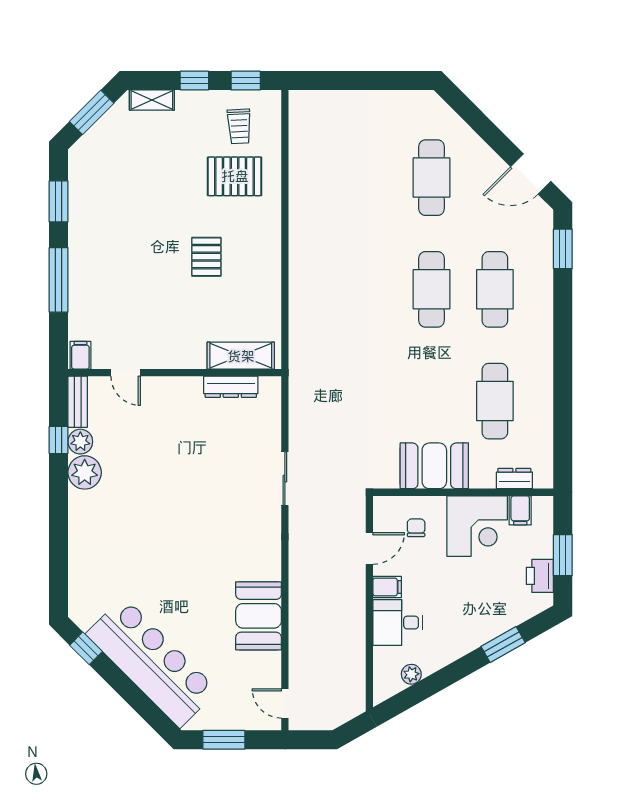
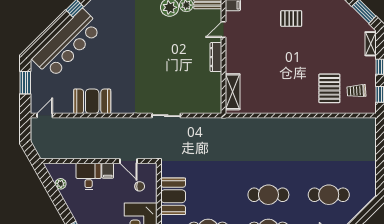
pallet: (206, 257) -> (291, 19), moved
dresser: (231, 387) -> (216, 57), moved

